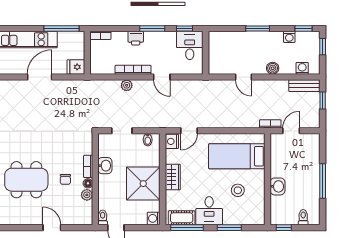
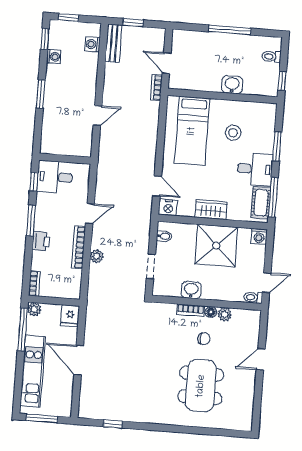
plant: (79, 37) -> (34, 309), added
boiler: (273, 68) -> (90, 80), removed

